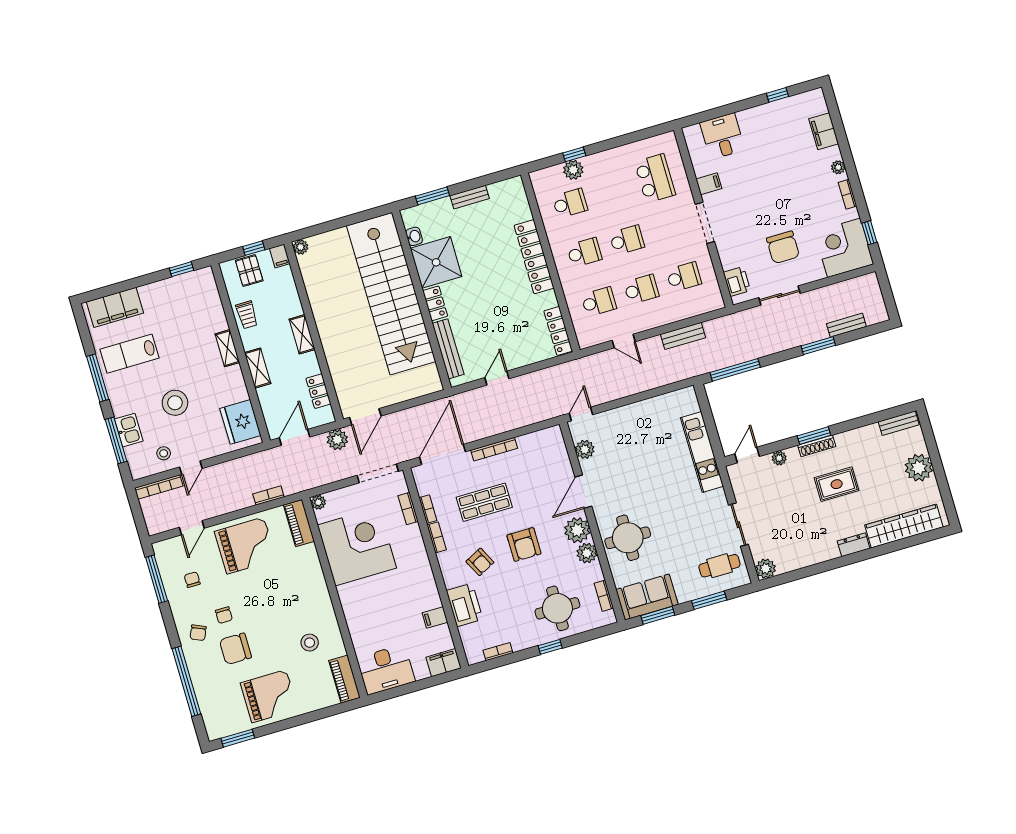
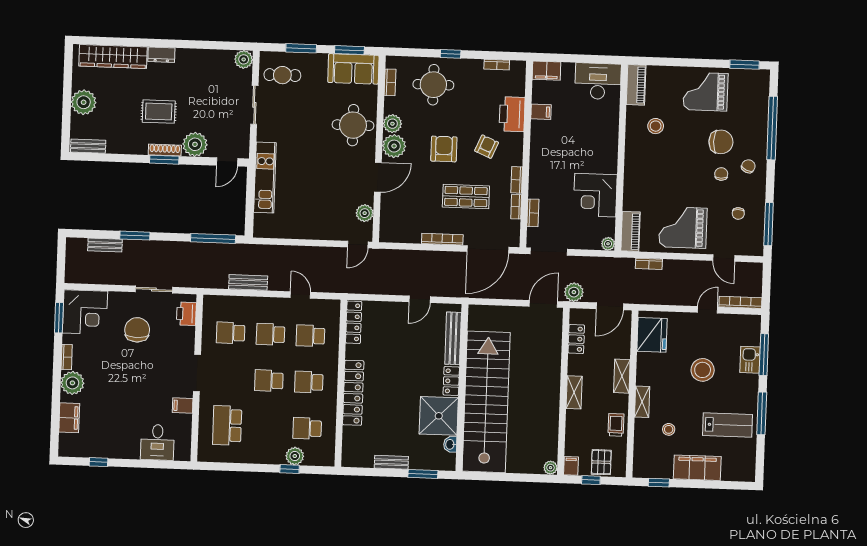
plant: (838, 167) -> (72, 383), width x1.88, depth x1.88
window: (869, 233) -> (59, 318), width x1.50
filing cabinet: (115, 307) -> (697, 468), moved
stool: (164, 453) -> (669, 429), moved
plant: (779, 458) -> (195, 144), width x1.88, depth x1.88
door: (192, 528) -> (724, 258), swing flipped
corner desk: (357, 547) -> (595, 195), width x0.74, depth x0.74
armchair: (480, 562) -> (487, 147), turned 50

